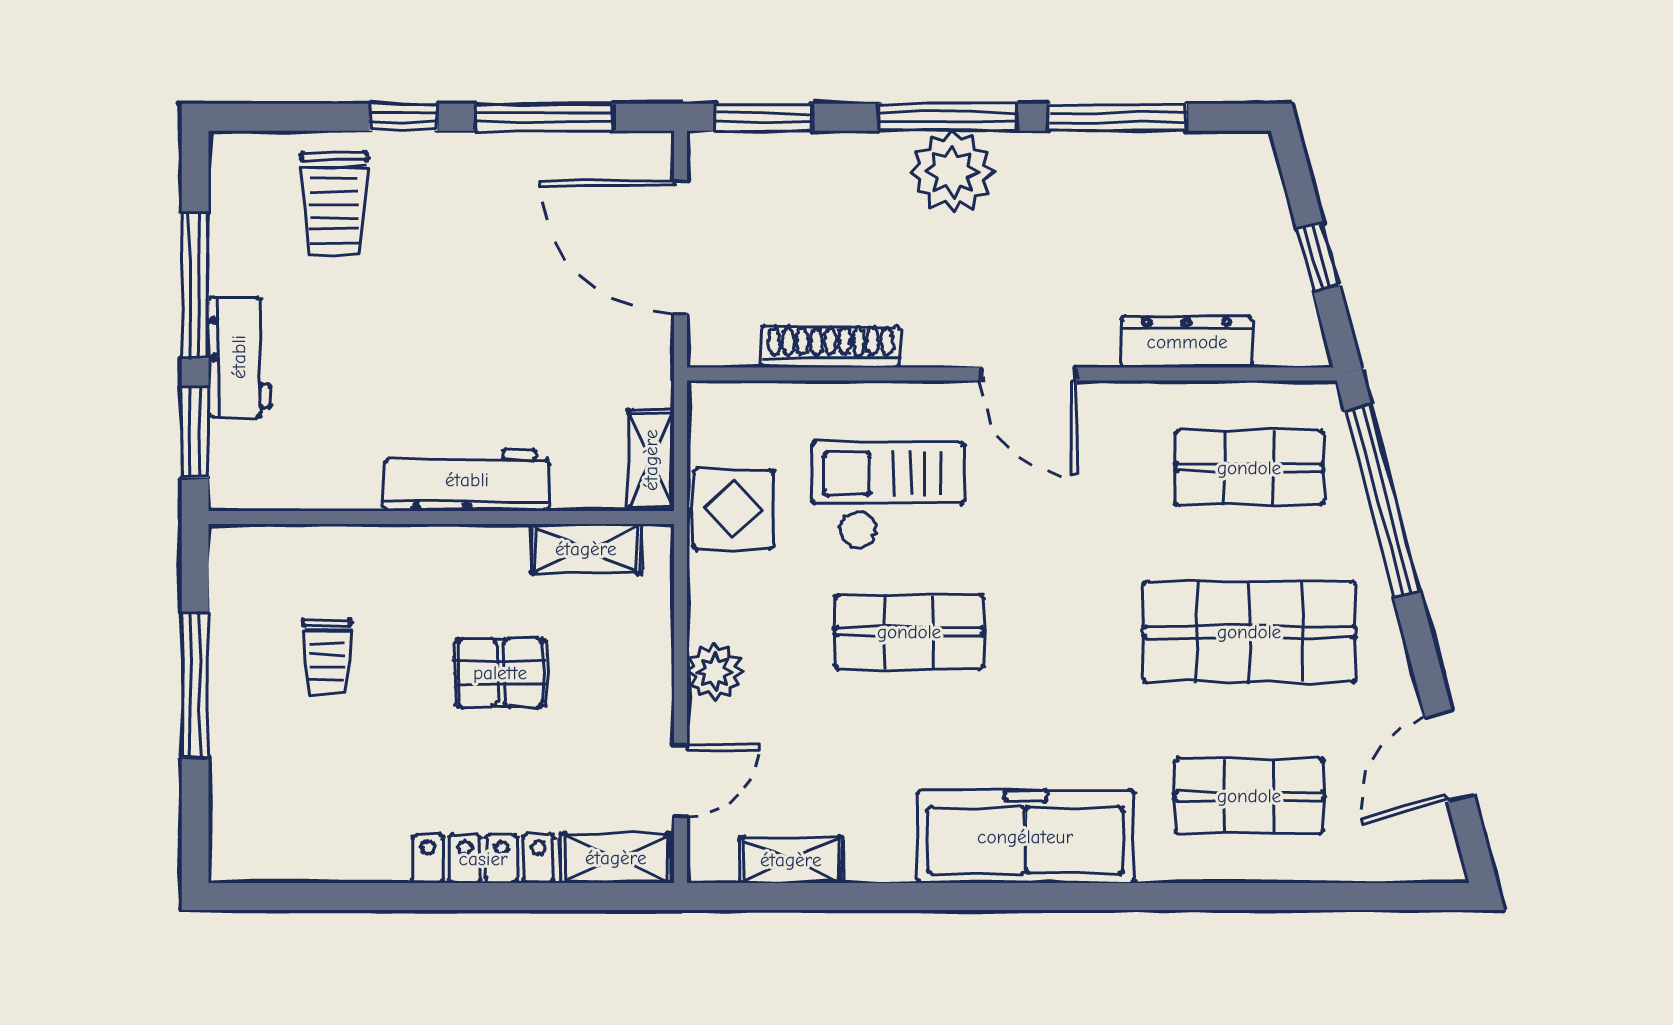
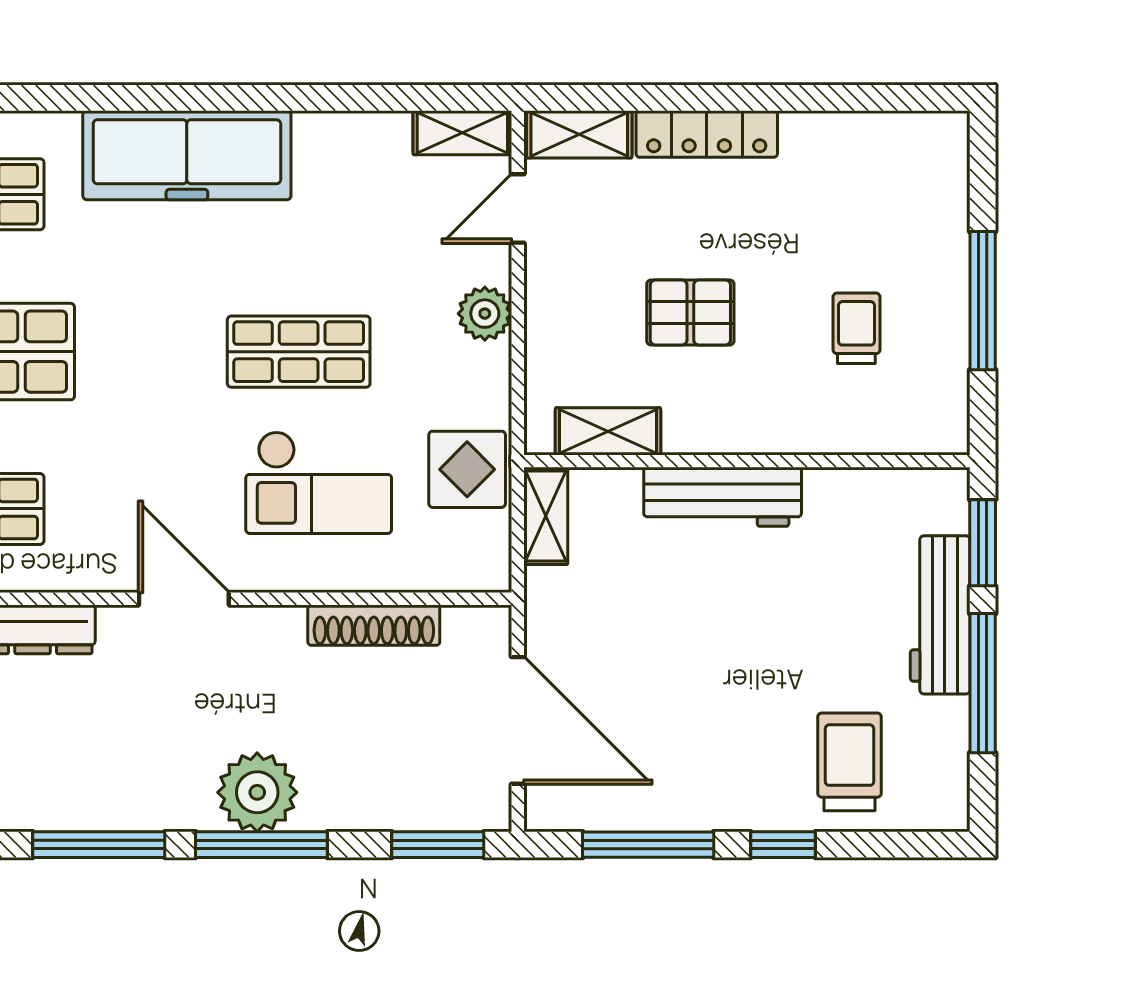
workbench: (239, 357) -> (940, 615), width x1.38
shelving: (791, 860) -> (462, 133), moved

